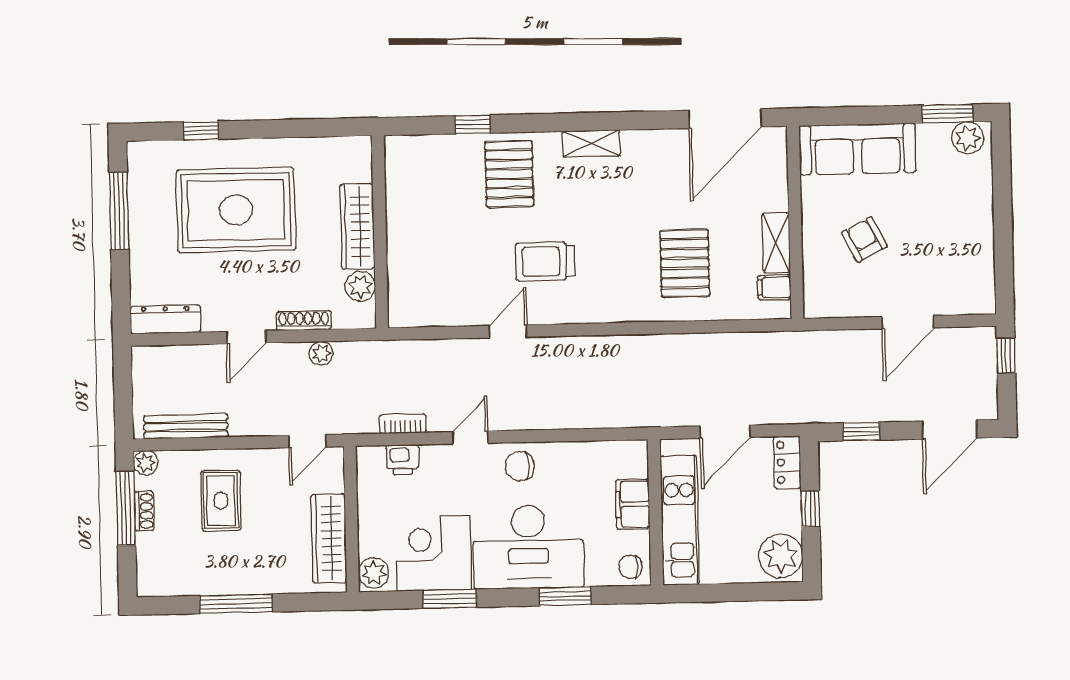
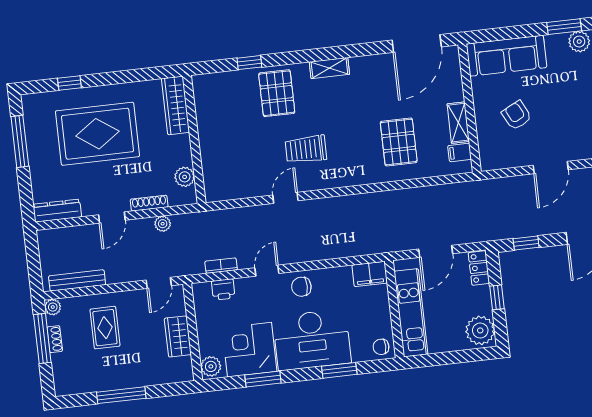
wardrobe: (357, 226) -> (175, 105), moved
filing cabinet: (633, 504) -> (370, 274), moved, turned -90
wardrobe: (329, 538) -> (178, 336), width x0.67

